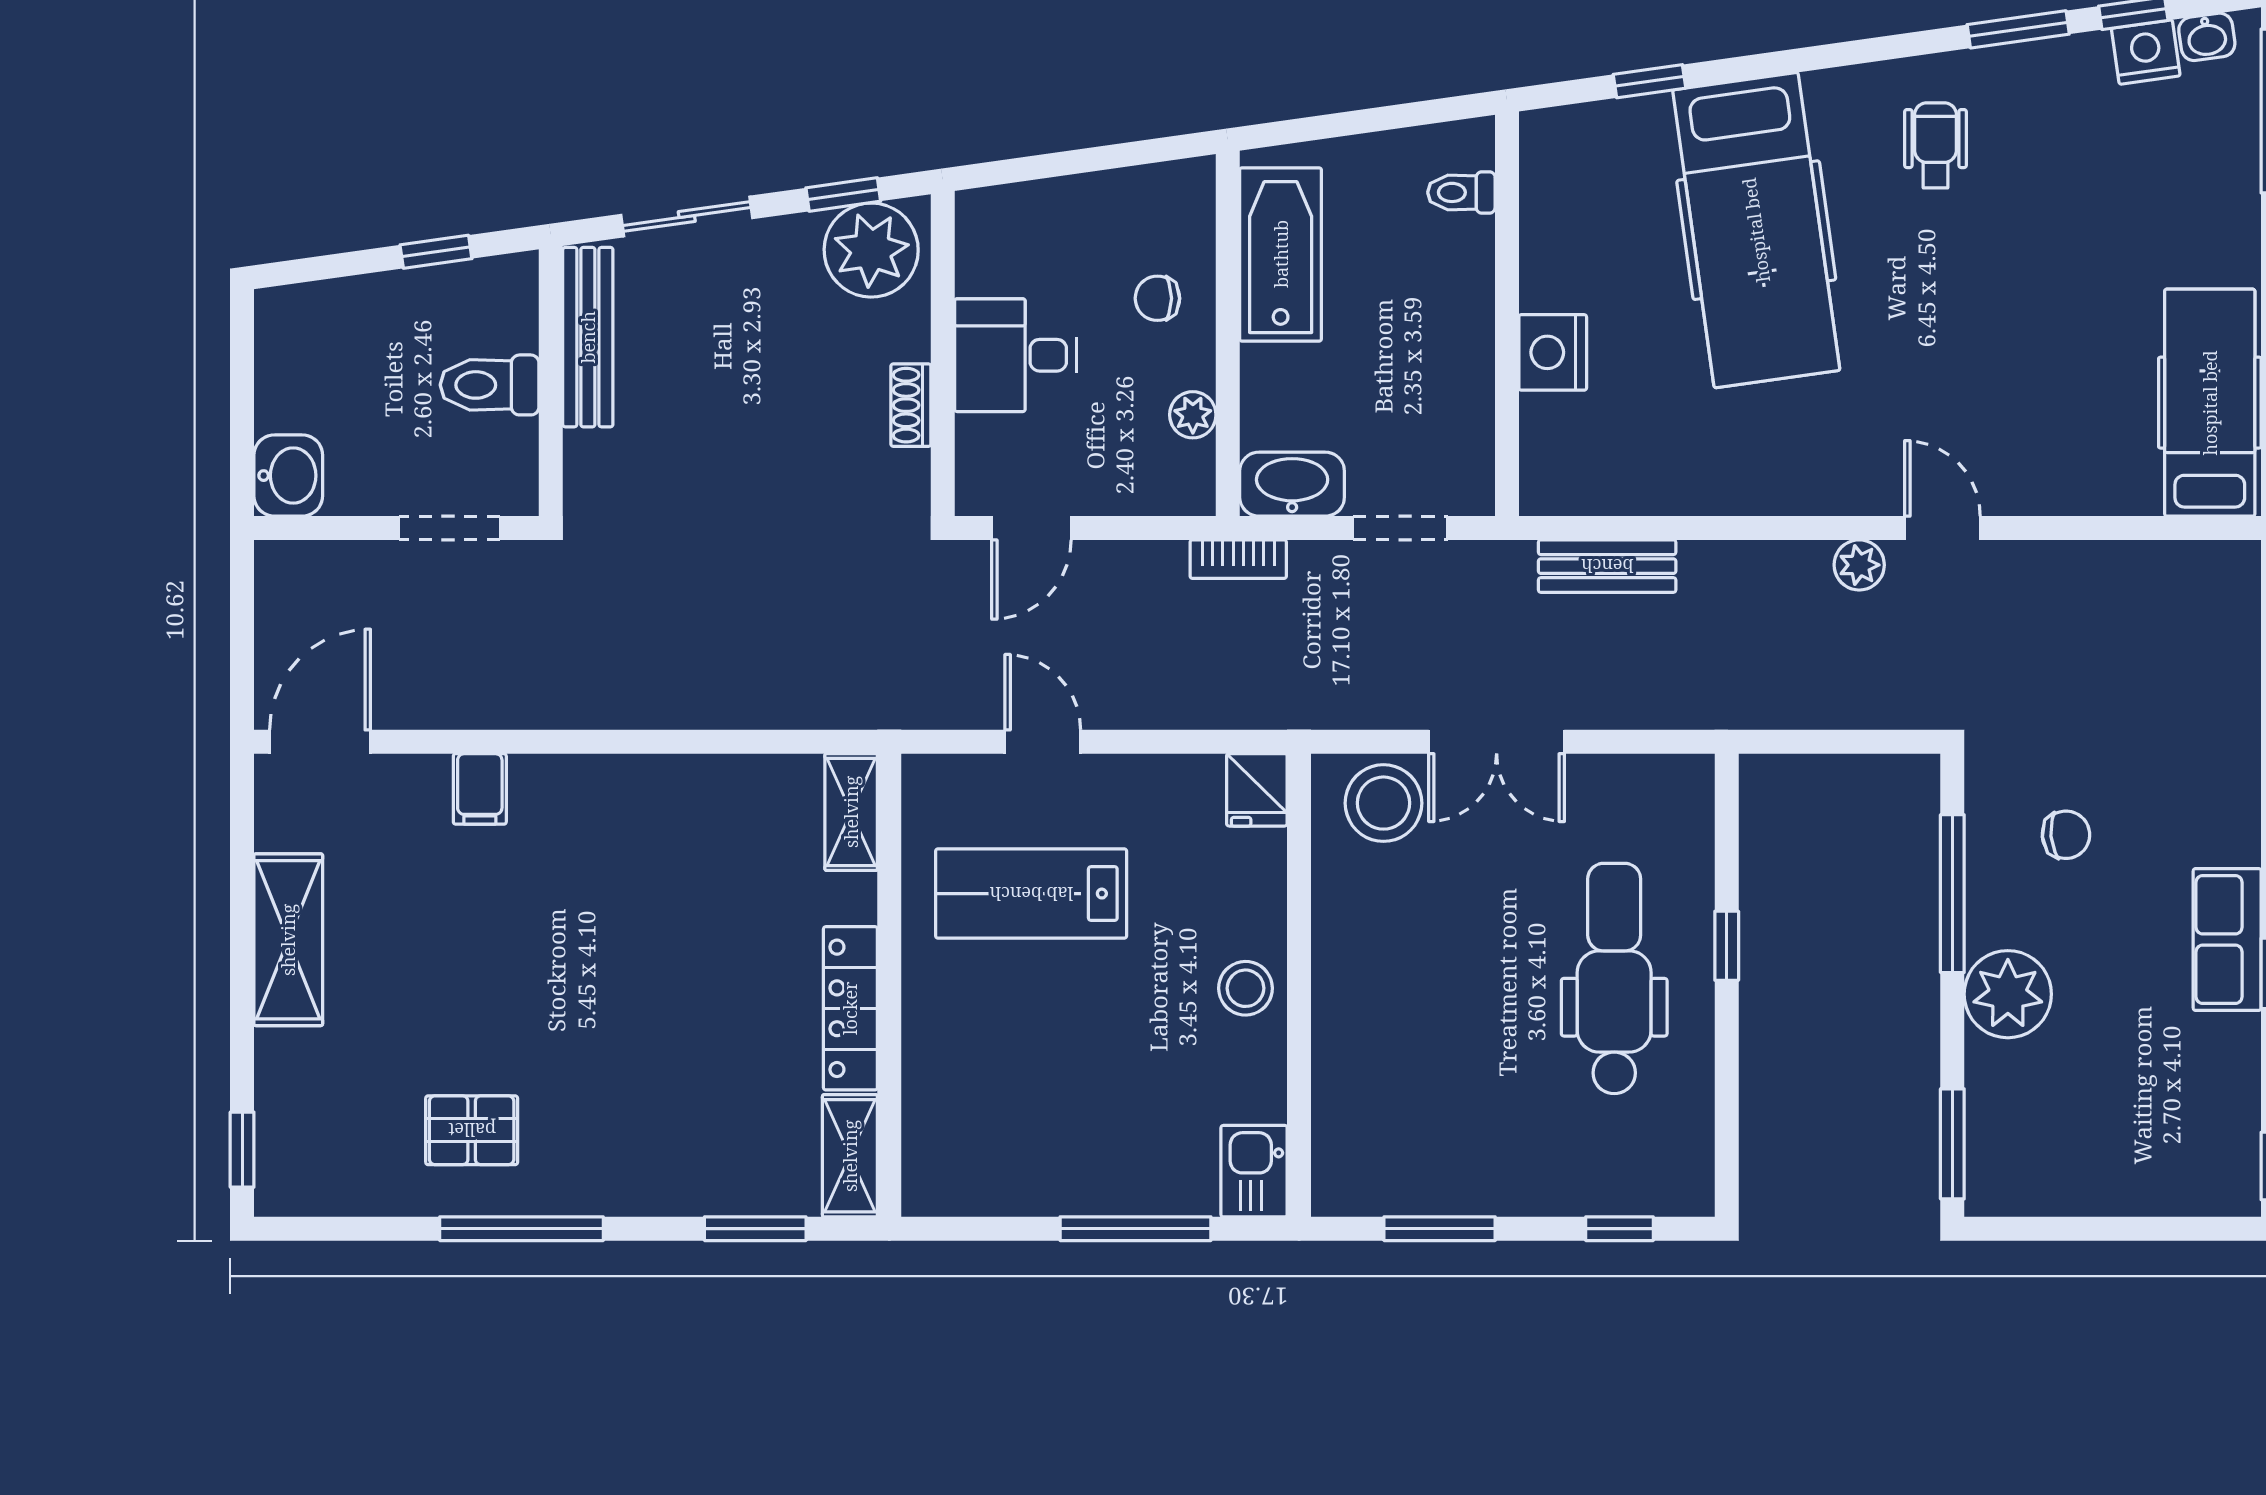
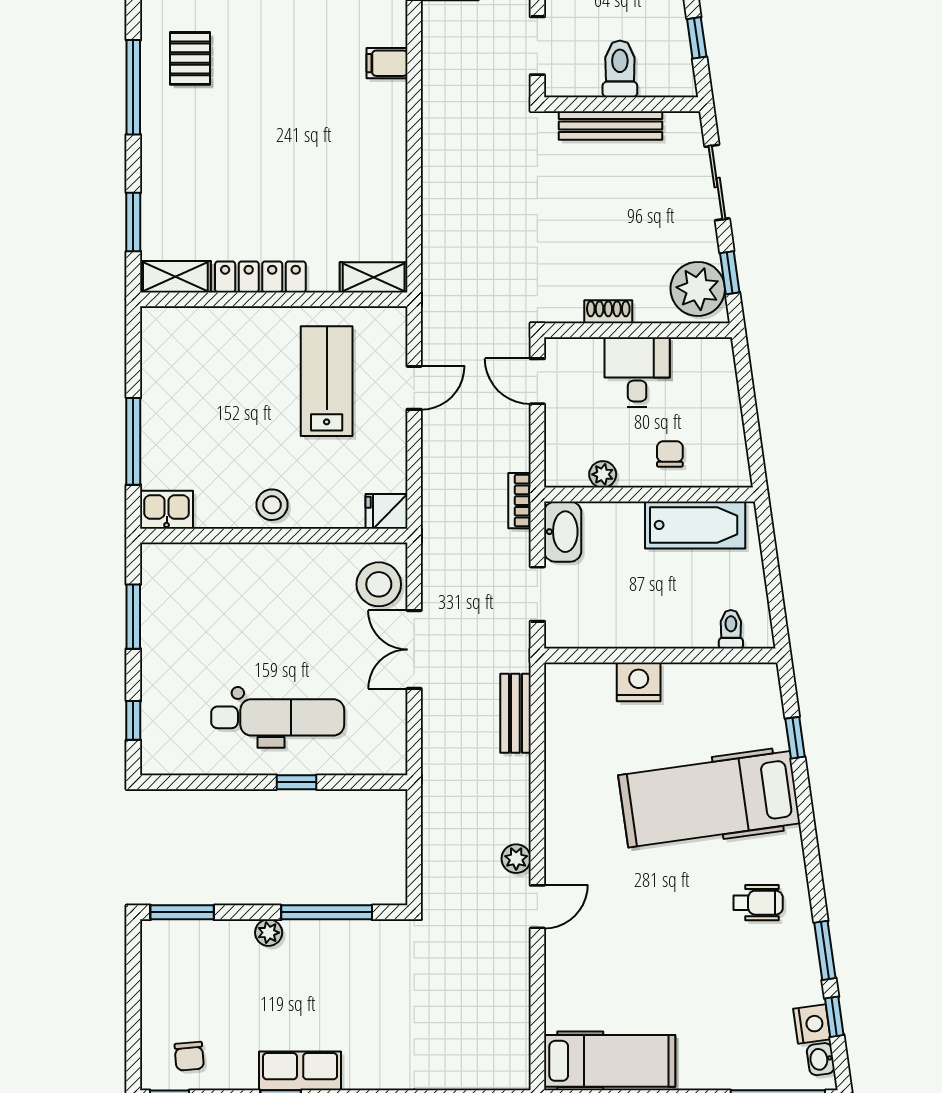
bench: (588, 337) -> (610, 125), moved
chair: (2066, 835) -> (189, 1056), moved
plant: (2008, 994) -> (269, 933), width x0.53, depth x0.53

